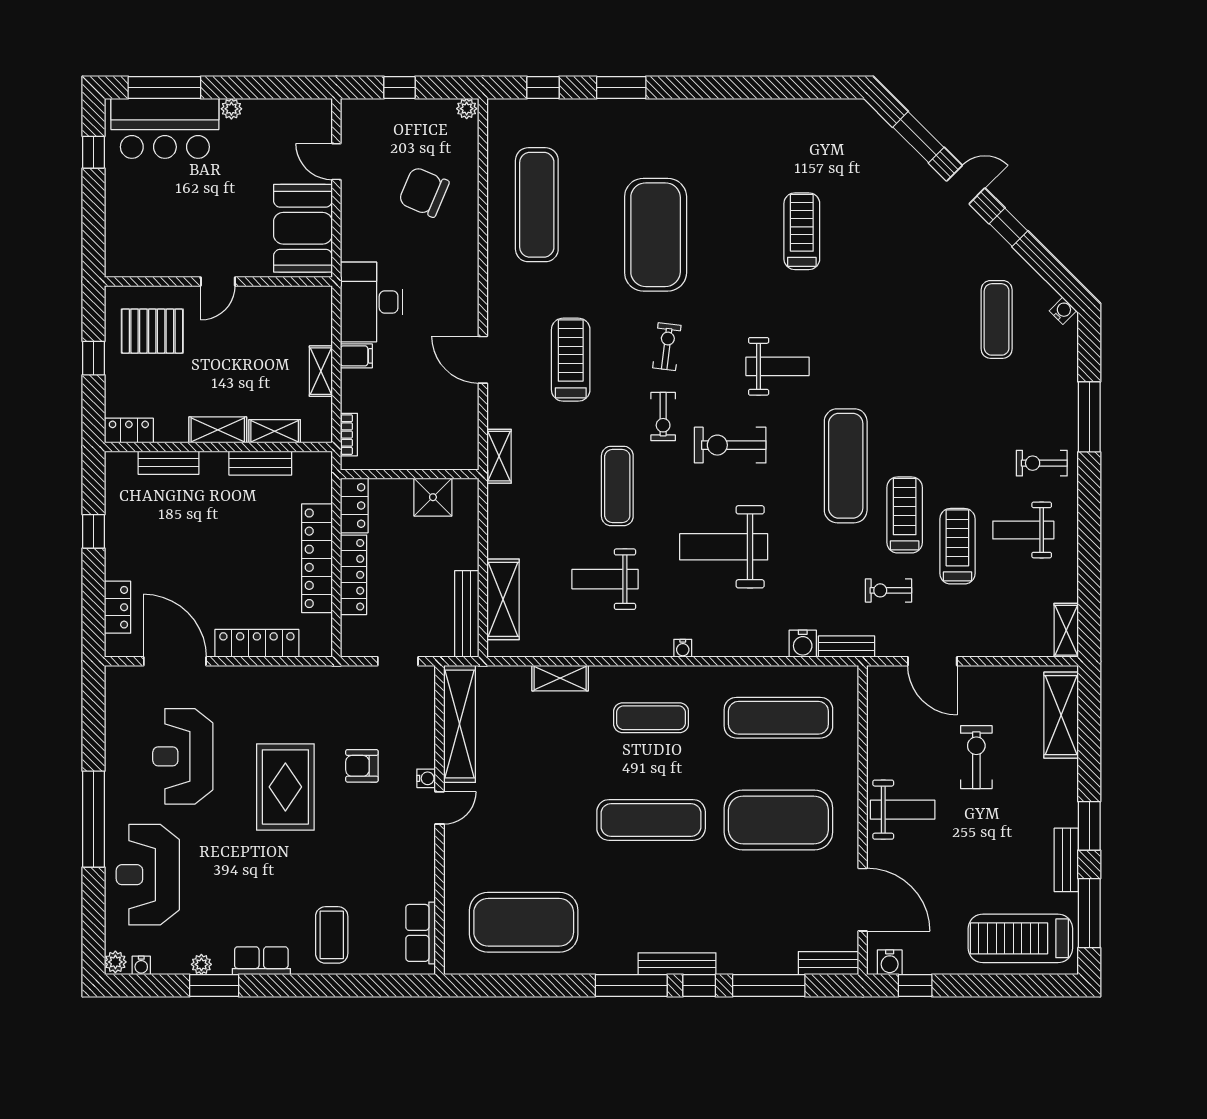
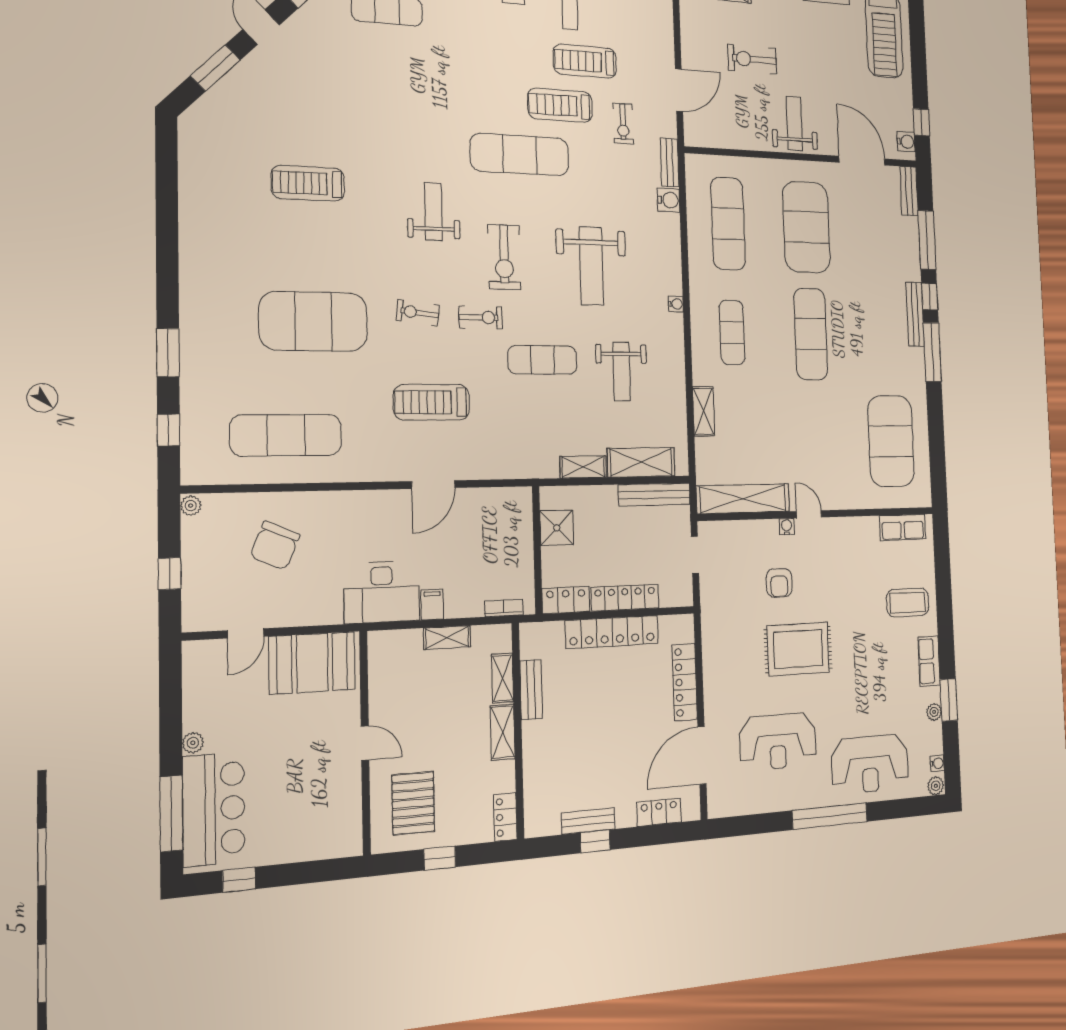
shelving: (499, 456) -> (583, 467), moved
bench: (169, 463) -> (588, 821), moved, turned 90
door: (863, 900) -> (862, 161), hinge flipped

